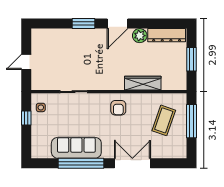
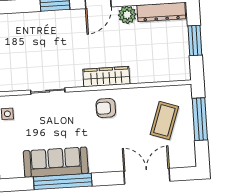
wardrobe: (143, 83) -> (106, 77), moved
armchair: (118, 108) -> (106, 108), turned 90
double door: (132, 163) -> (147, 176), moved

